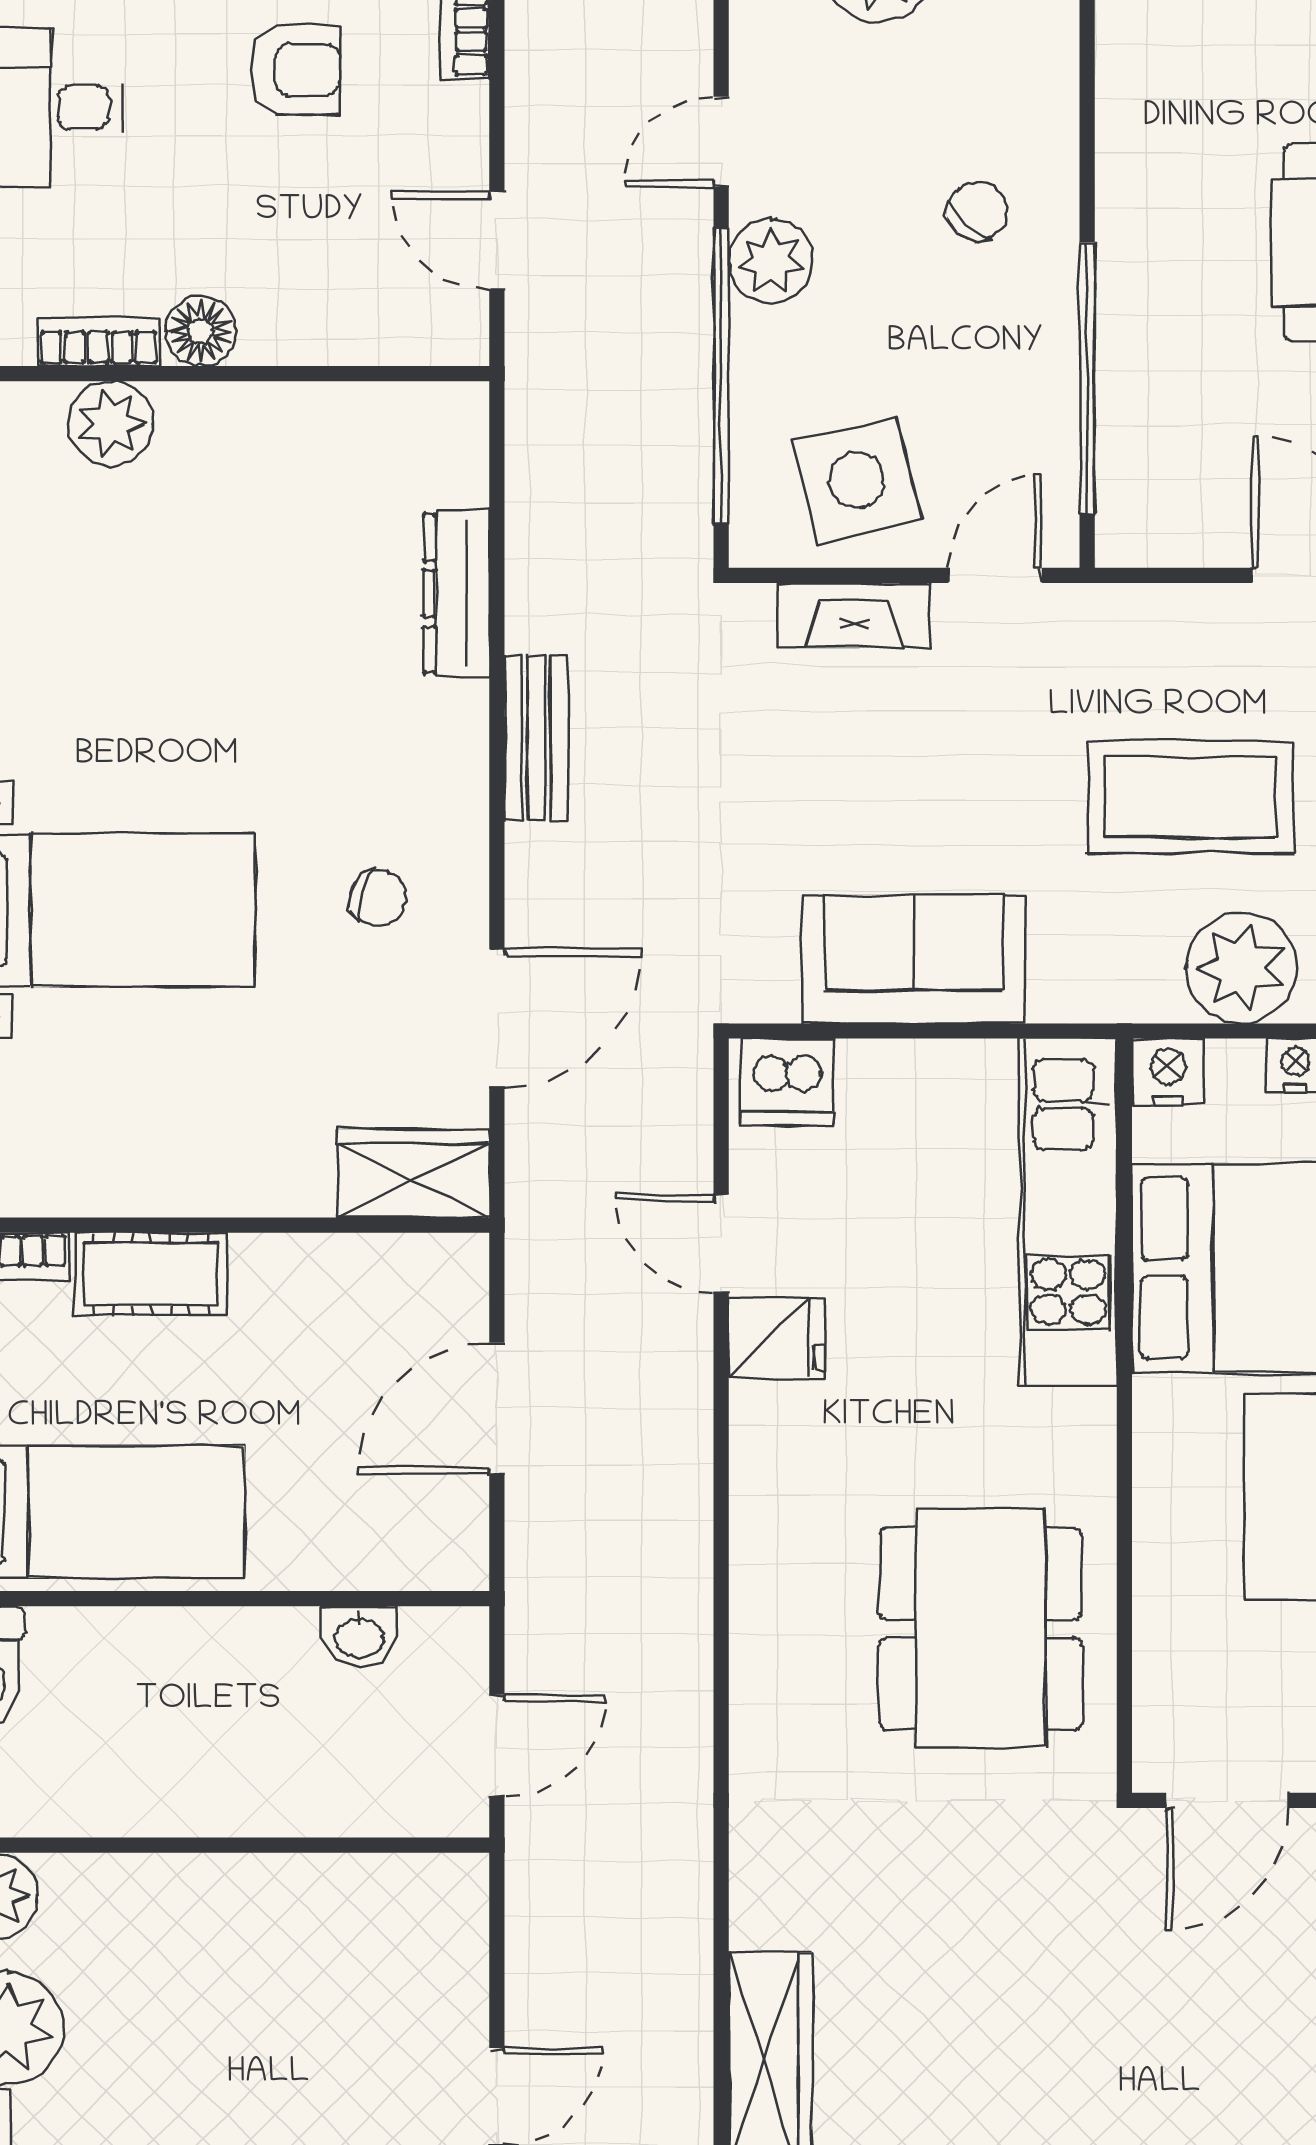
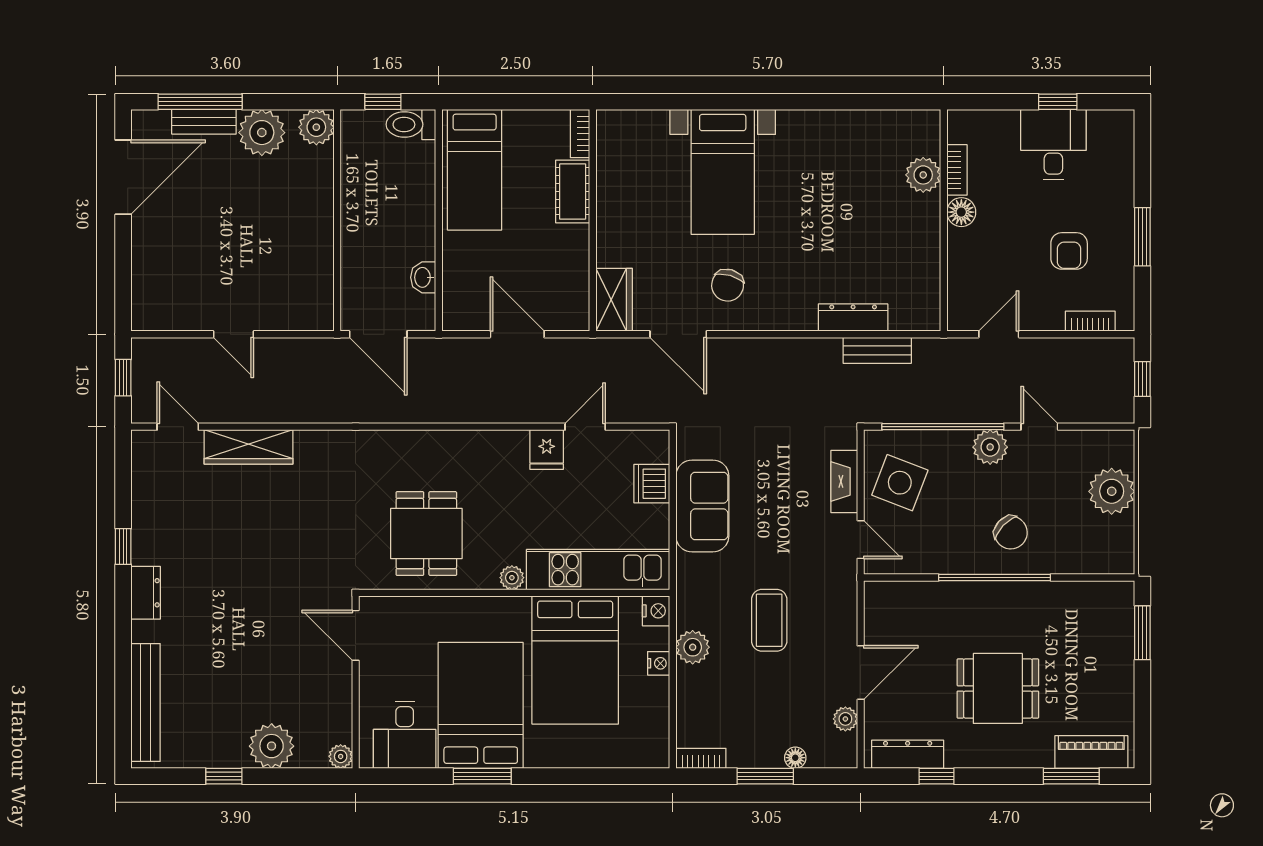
chair: (978, 211) -> (1011, 533), width x1.37, depth x1.37
window: (1087, 378) -> (995, 577), moved
side table: (857, 480) -> (900, 483), turned 35
bench: (536, 738) -> (877, 350), moved
coffee table: (1191, 797) -> (769, 620), width x0.73, depth x0.76
chair: (378, 898) -> (728, 285), width x1.37, depth x1.37
plant: (1241, 968) -> (693, 647), width x0.73, depth x0.73
dishwasher: (787, 1082) -> (652, 484), moved
plant: (1088, 1421) -> (512, 578), added
dining table: (980, 1629) -> (426, 534), width x0.73
door: (497, 1746) -> (378, 334), width x1.38

